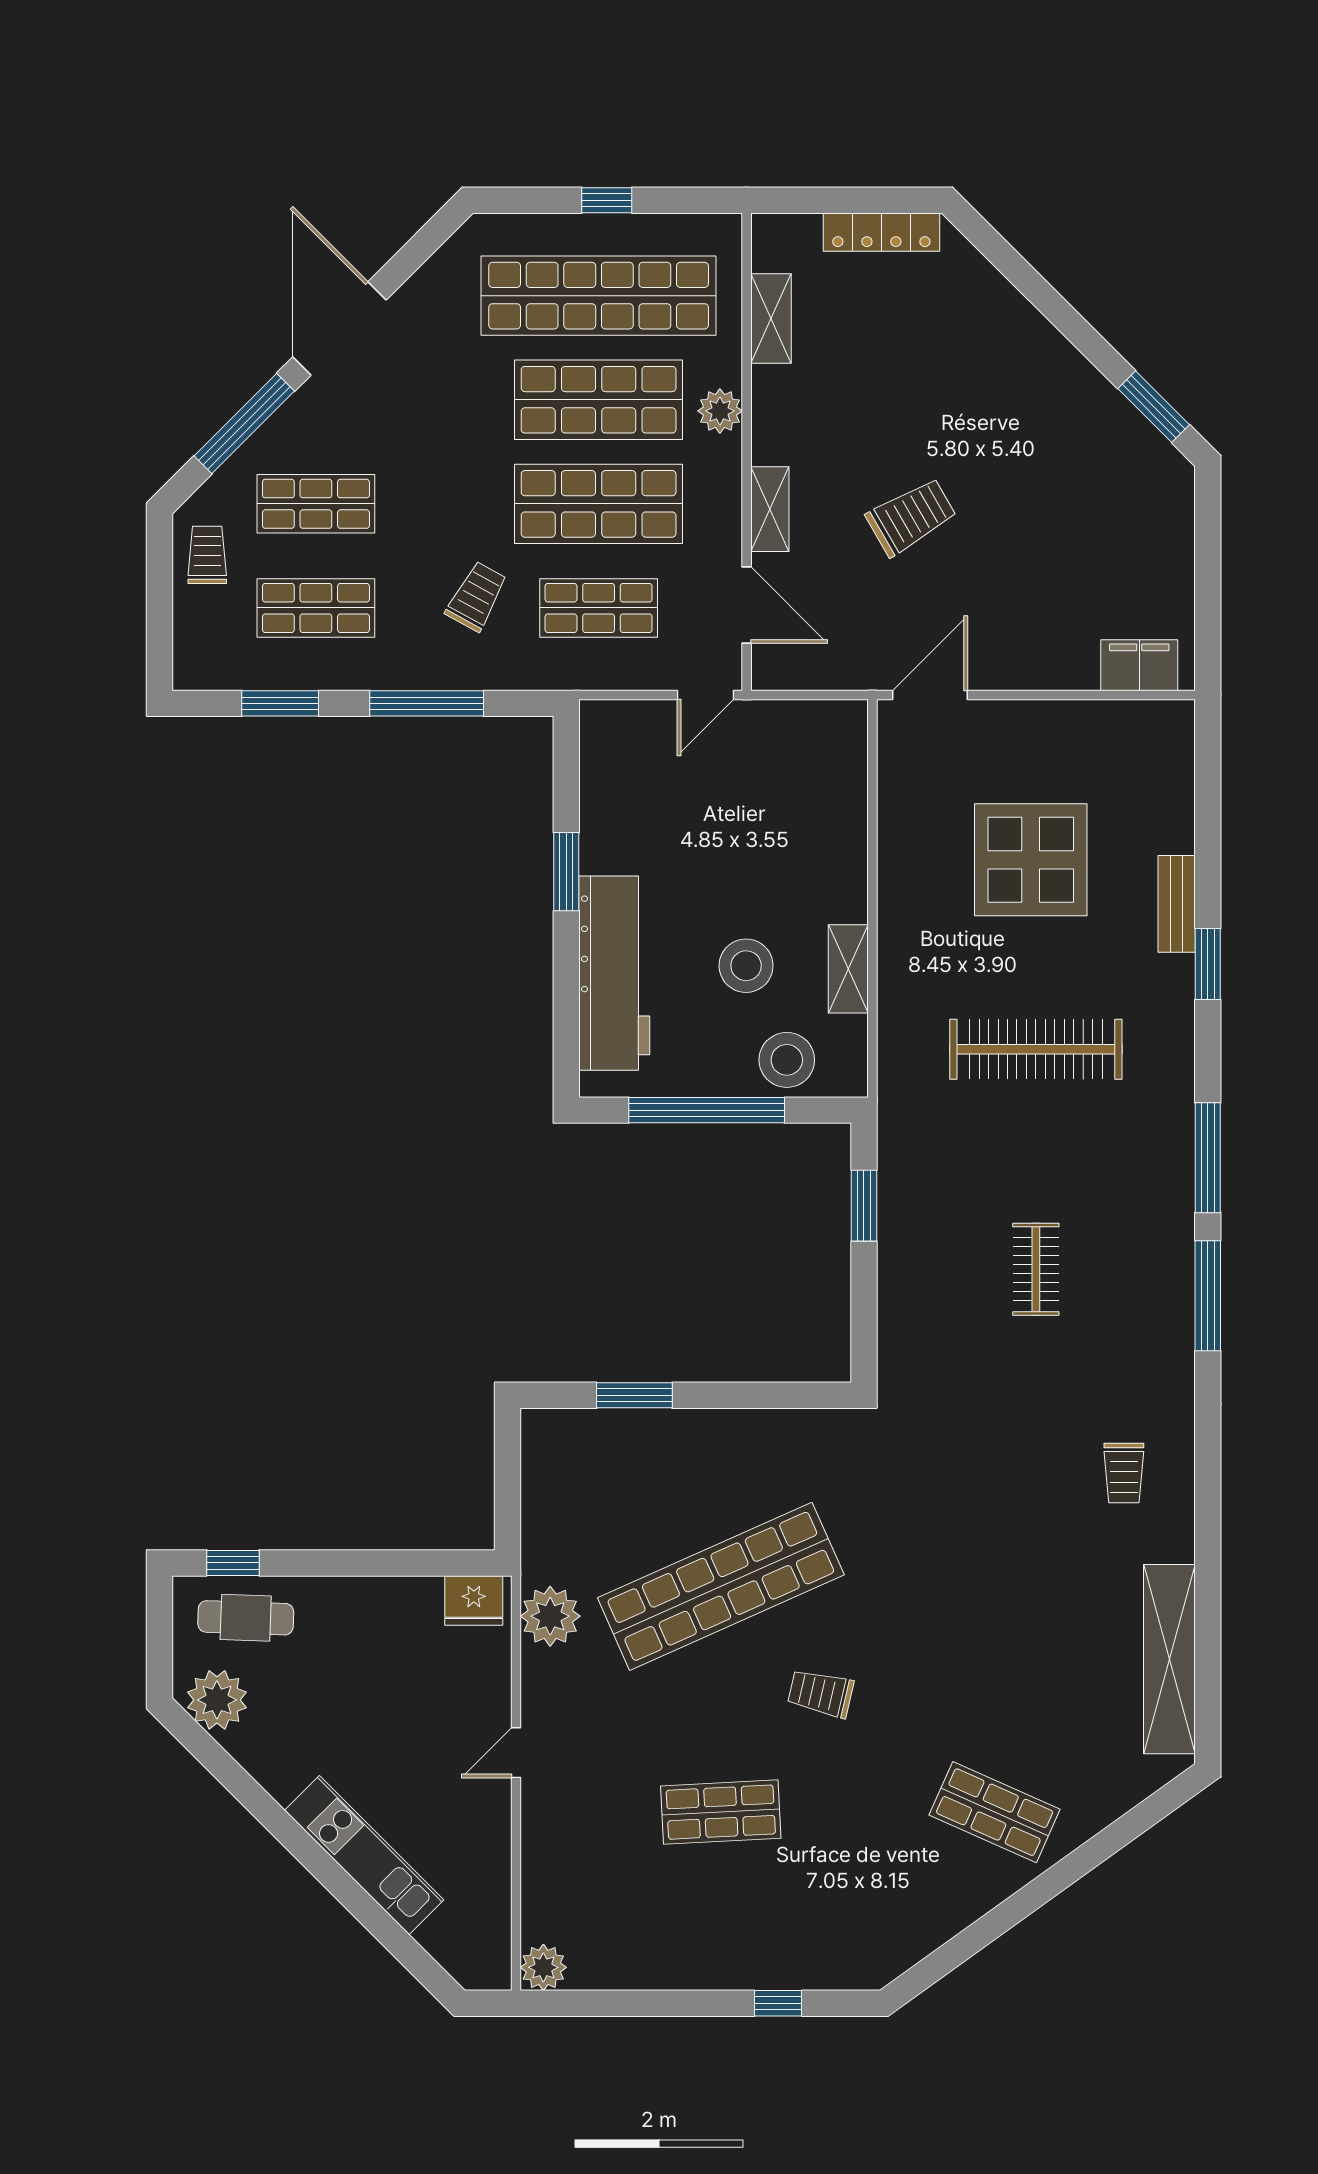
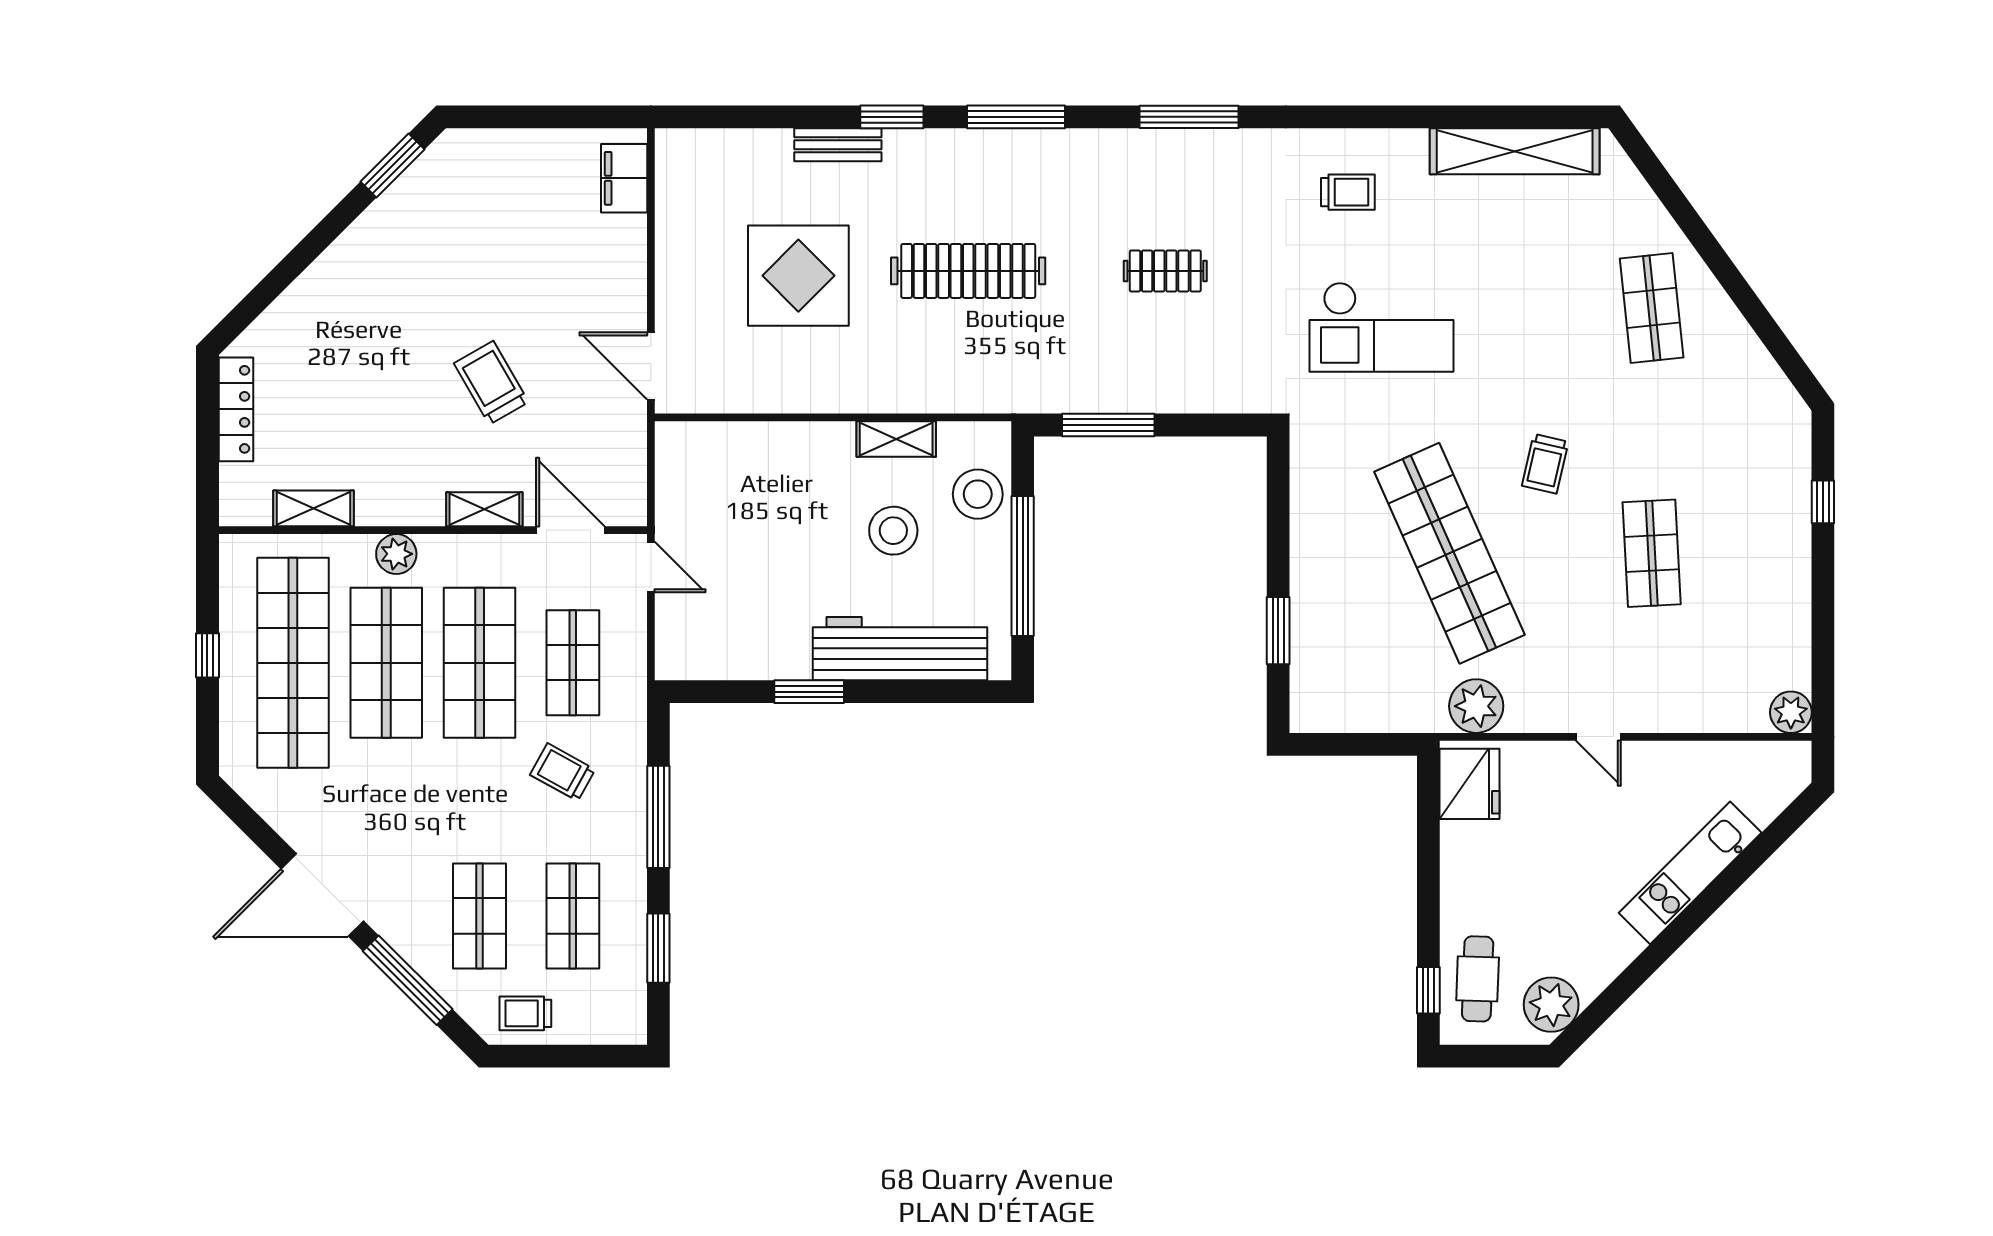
door: (747, 605) -> (570, 530), hinge flipped
clothes rail: (1036, 1049) -> (968, 271), turned 90
window: (1208, 1158) -> (1016, 117), moved
window: (864, 1206) -> (1108, 425), width x1.44
checkout: (973, 1511) -> (1381, 327), added
fridge: (474, 1600) -> (1470, 784), width x1.36, depth x1.34
shop shelf: (995, 1812) -> (1652, 308), turned -30

